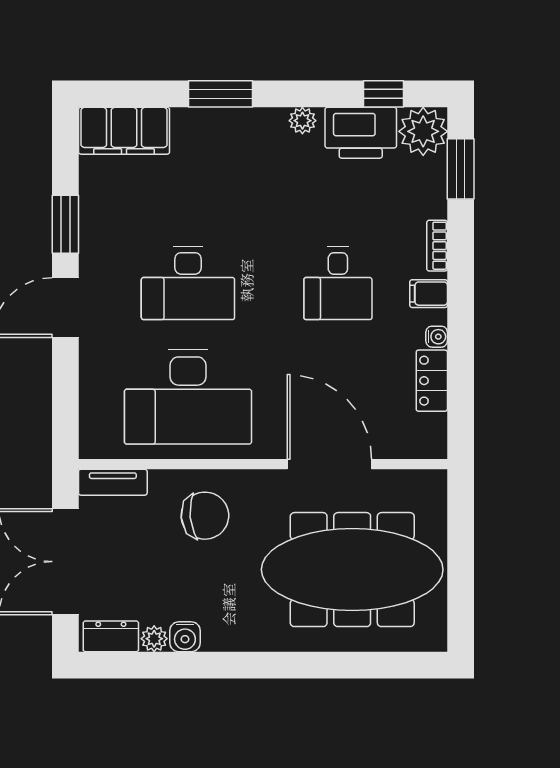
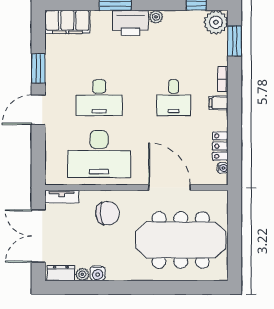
printer: (361, 133) -> (130, 23), moved
water cooler: (437, 337) -> (223, 168), moved

